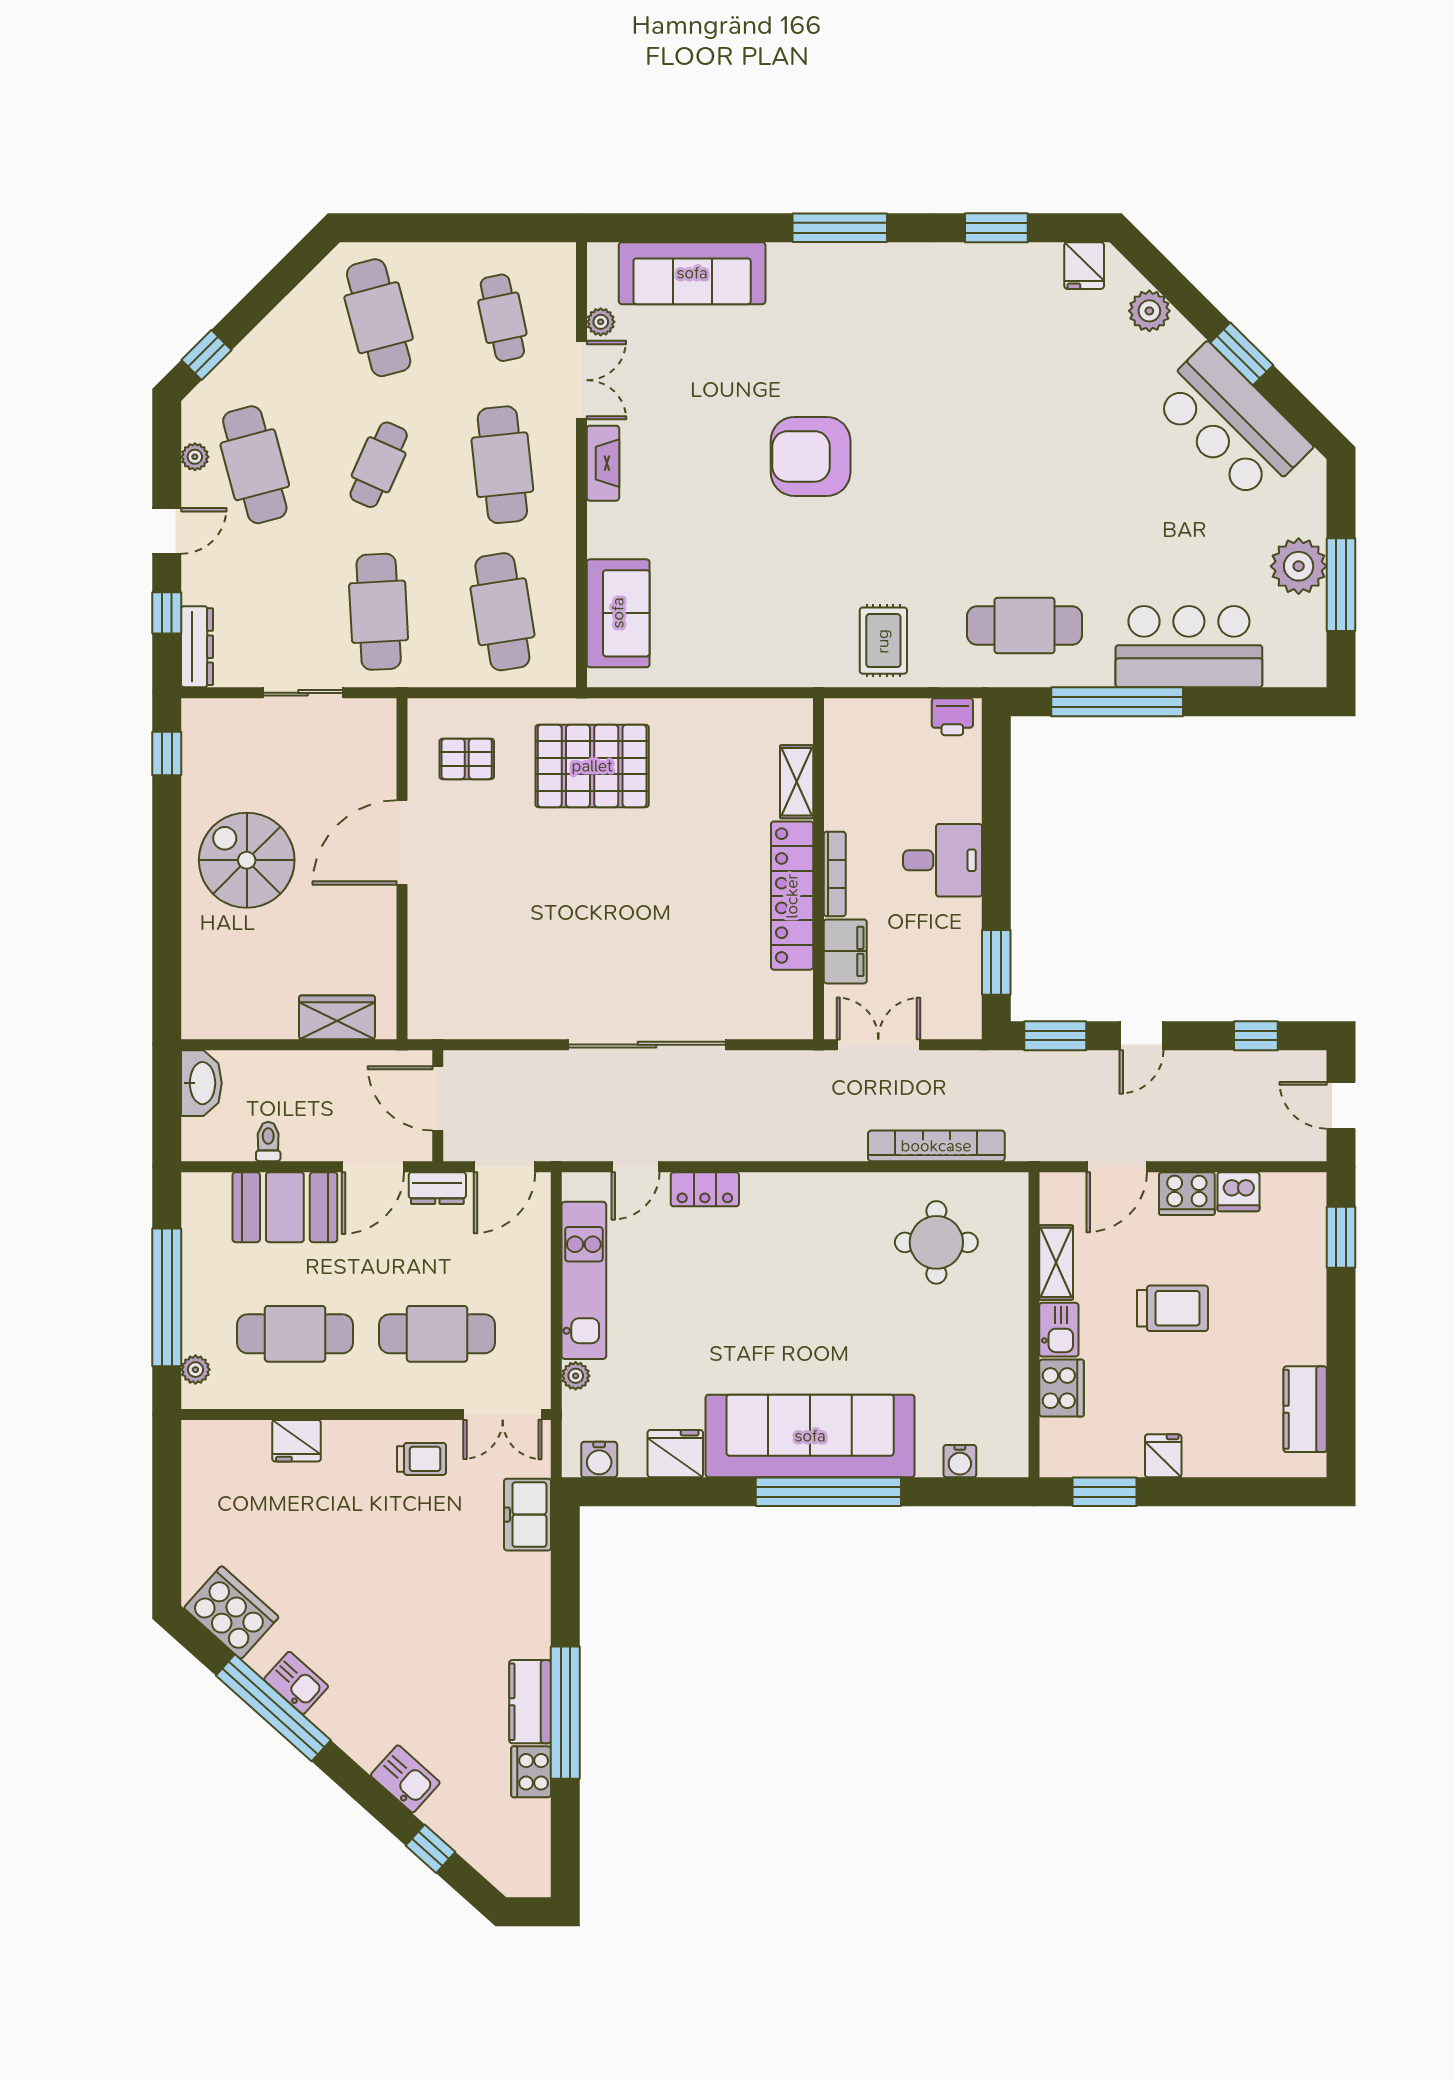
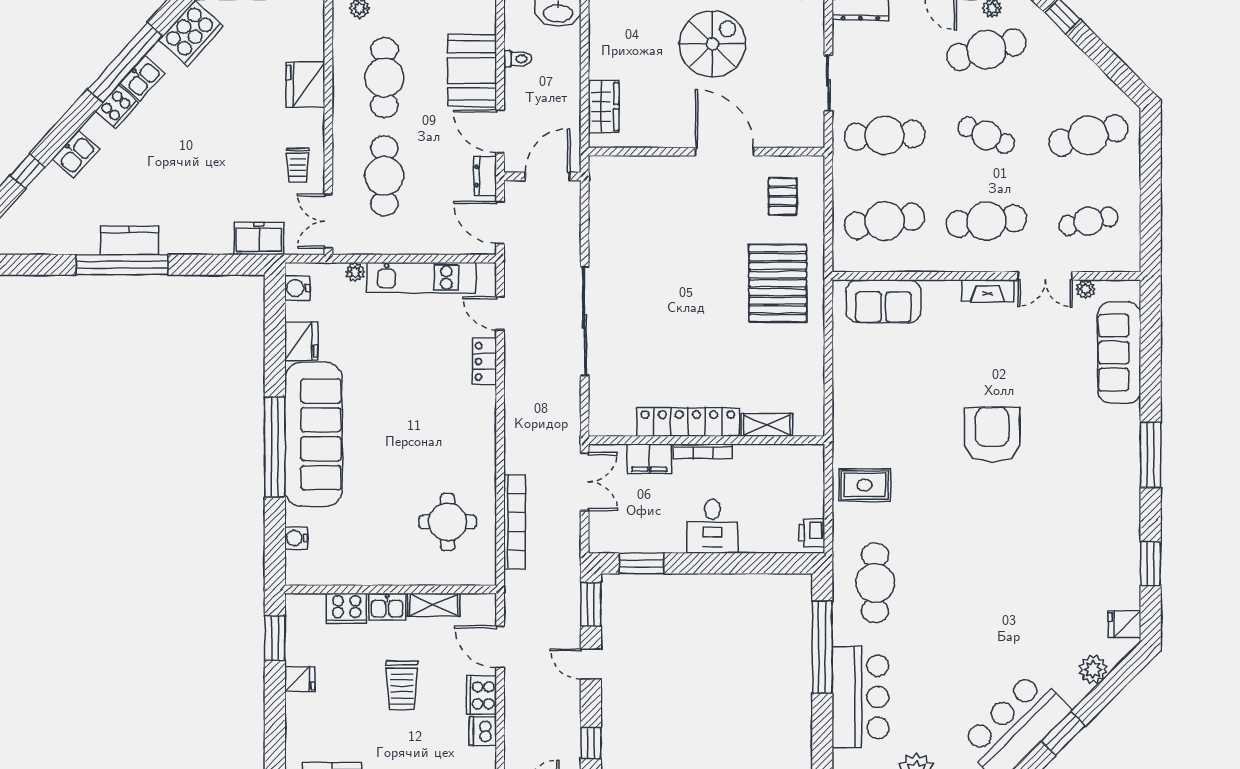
fridge: (297, 1441) -> (305, 85), width x1.36, depth x1.34
cooker: (531, 1772) -> (117, 107), moved, turned 132

